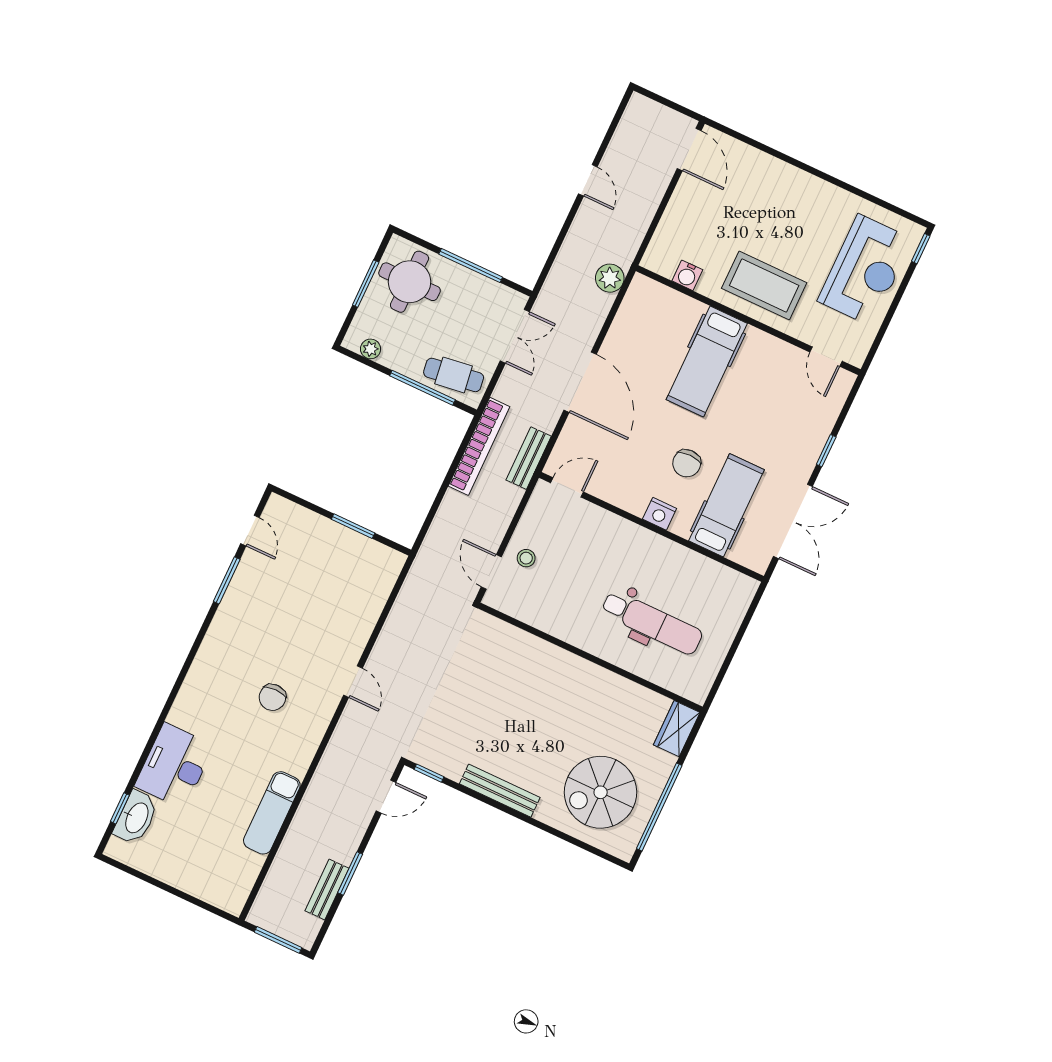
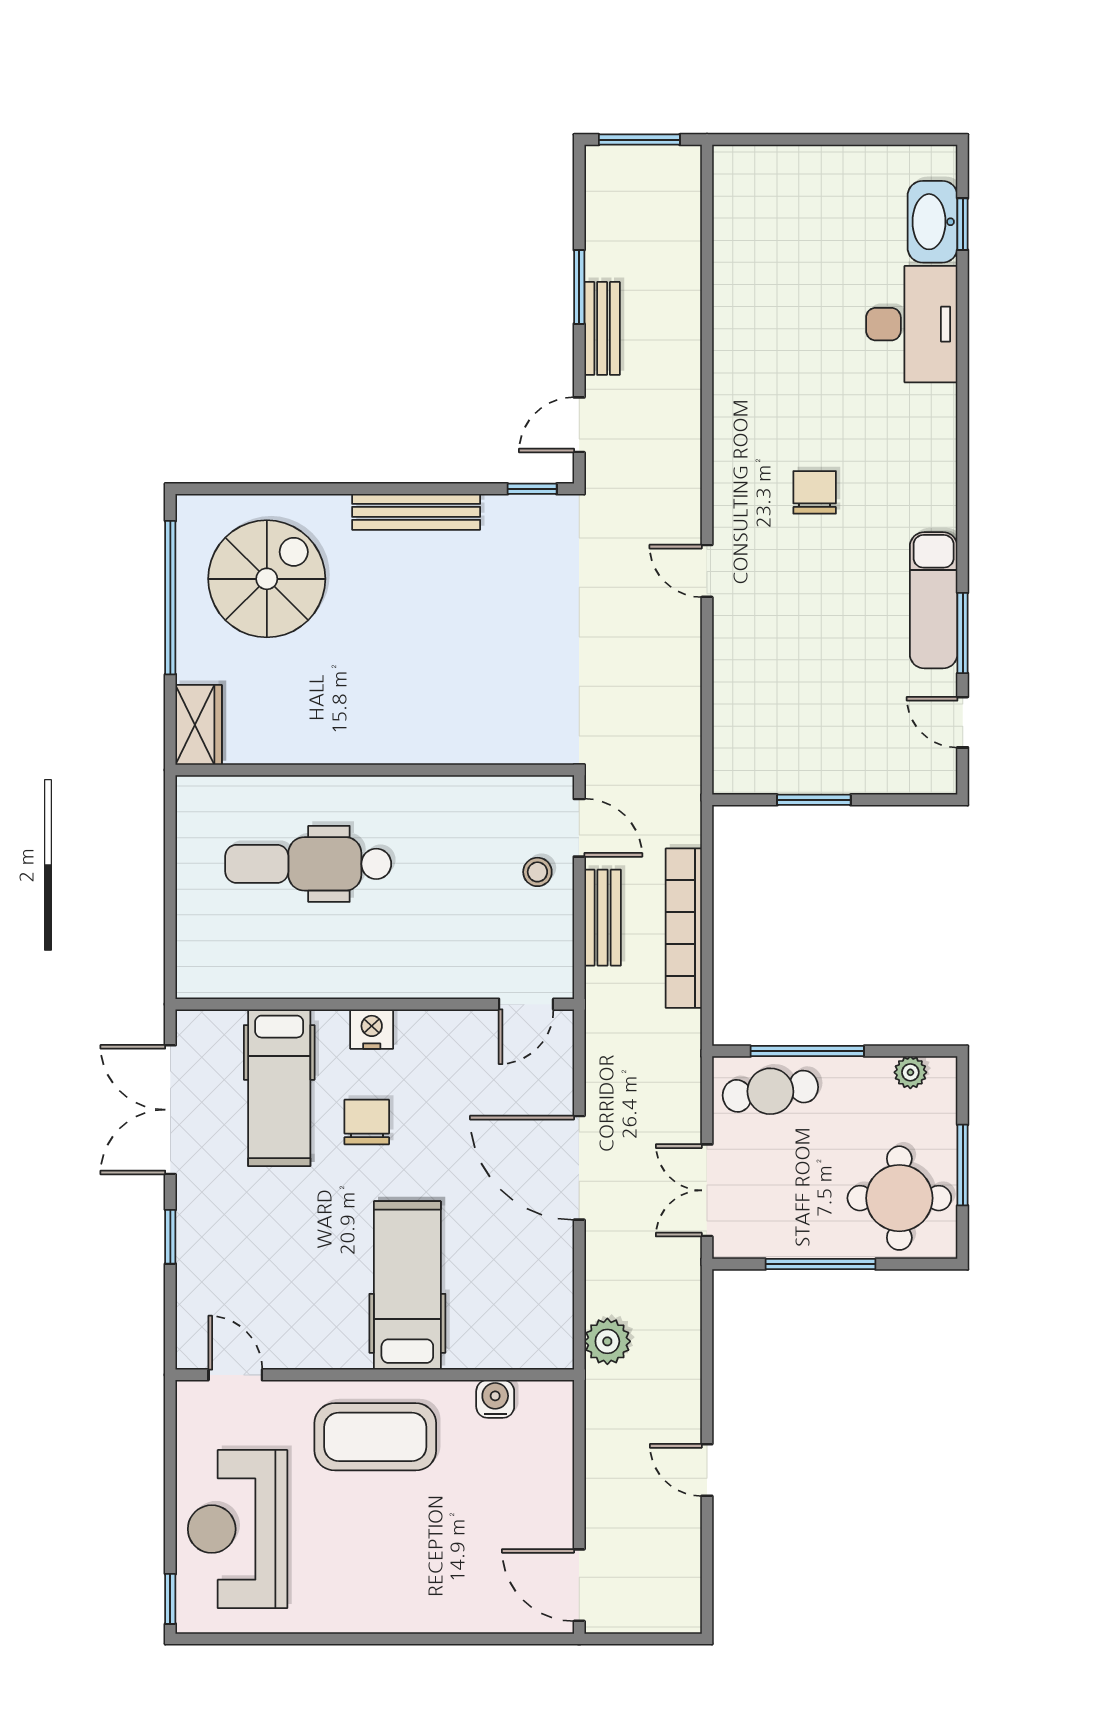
bookcase: (479, 446) -> (684, 928), moved
bench: (529, 458) -> (603, 918), moved
exam couch: (272, 813) -> (934, 600), moved, turned 180
bench: (327, 890) -> (602, 328), moved

